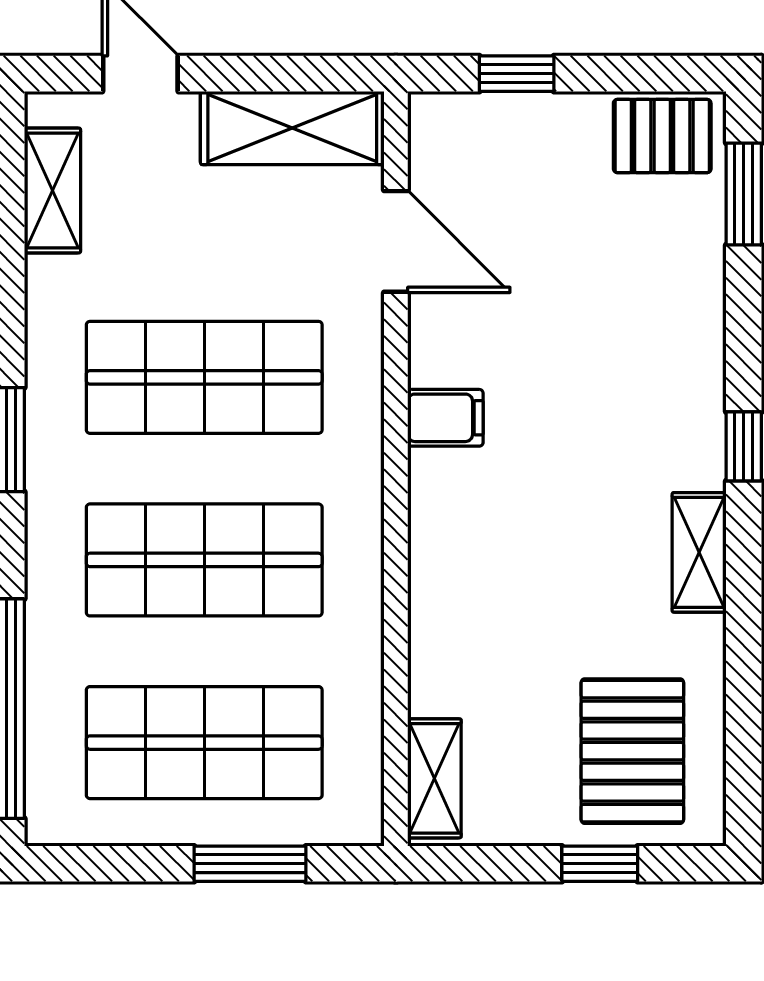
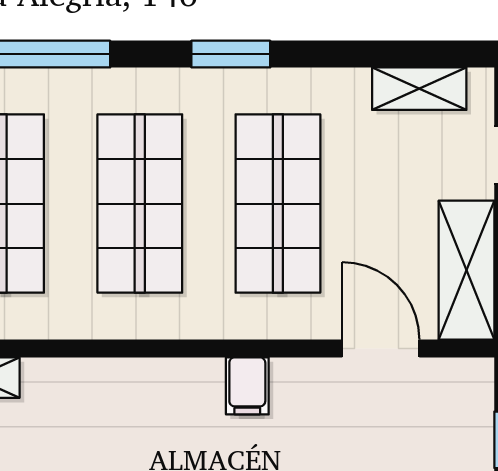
door: (396, 241) -> (381, 348), swing flipped

